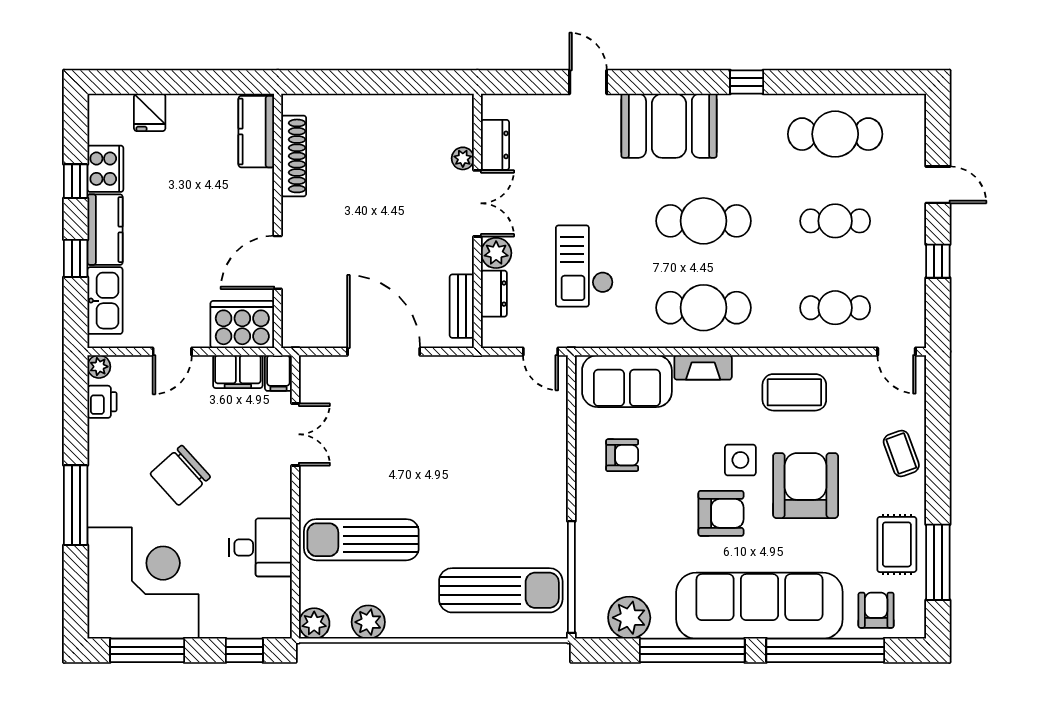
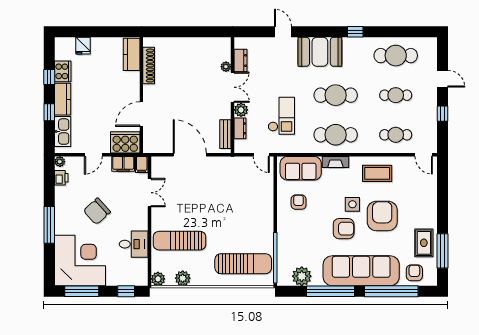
checkout: (584, 266) -> (281, 116), turned 180
coffee table: (901, 453) -> (426, 201), removed
armchair: (622, 455) -> (299, 202), turned -90

